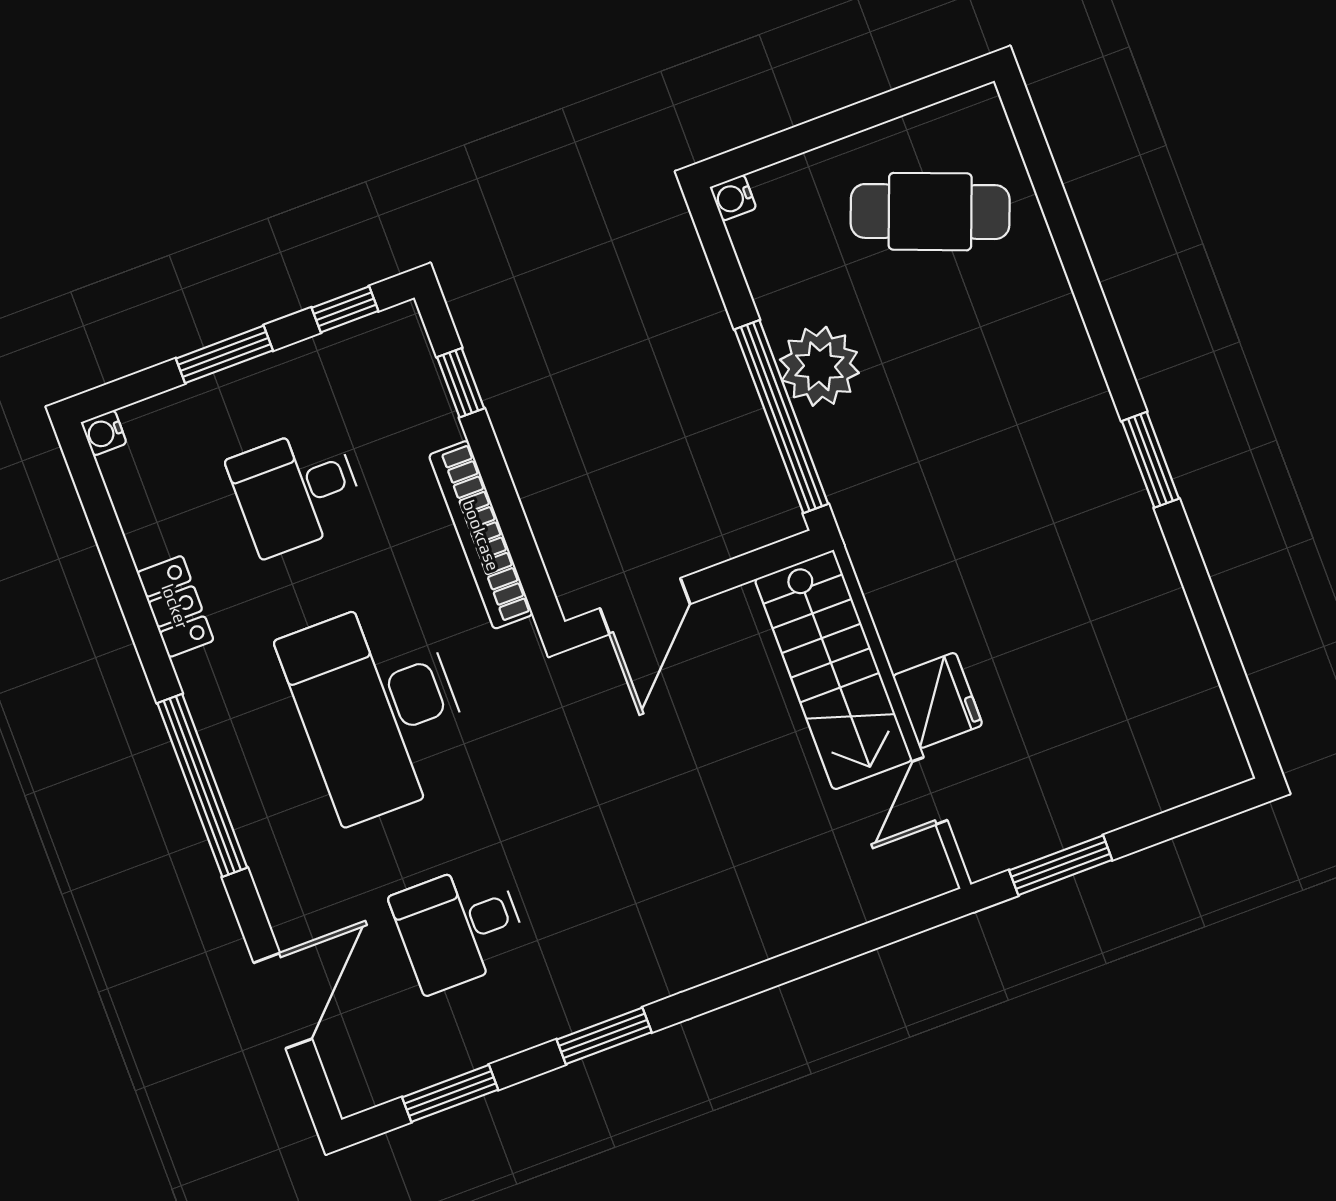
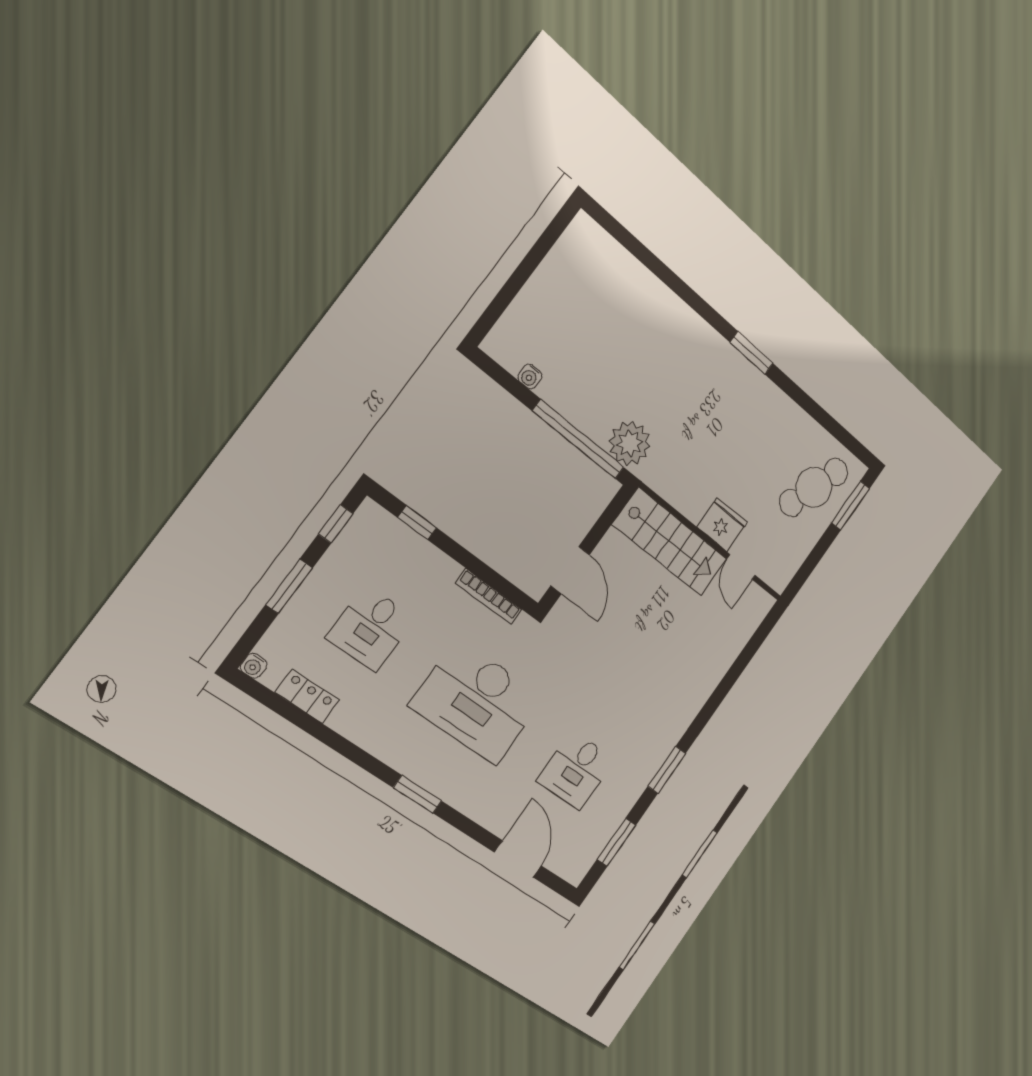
water cooler: (733, 198) -> (530, 377), moved
cafe table: (930, 212) -> (814, 487), moved
plant: (819, 366) -> (630, 443), moved
bookcase: (481, 535) -> (489, 596), width x0.68, depth x0.76
locker: (175, 606) -> (307, 696), moved
window: (202, 785) -> (418, 794), width x0.47
window: (1061, 865) -> (850, 506), moved

